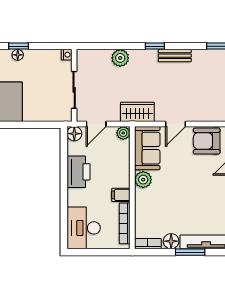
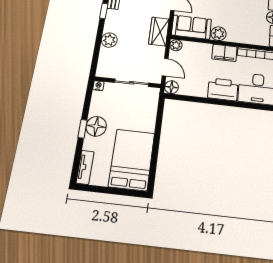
floor lamp: (18, 55) -> (96, 126), width x1.89, depth x1.89
printer: (78, 172) -> (223, 89), moved
filing cabinet: (121, 195) -> (224, 53), width x2.00

